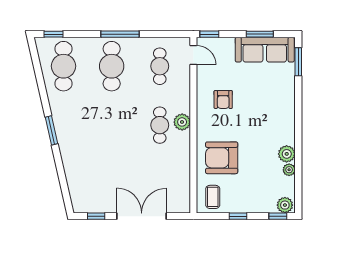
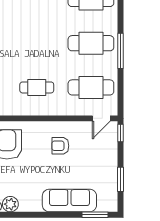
sofa: (265, 50) -> (69, 201), moved, turned 90
cafe table: (160, 66) -> (91, 87), width x1.37, depth x1.35
plant: (182, 122) -> (40, 108), removed

